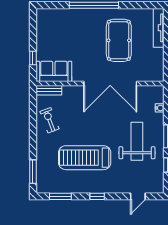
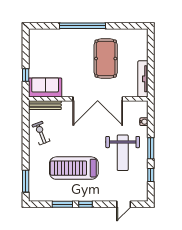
tv unit: (159, 28) -> (143, 79), moved
bench: (49, 90) -> (45, 105), width x1.36
weight bench: (137, 141) -> (123, 153), turned 180
window: (60, 196) -> (62, 204), moved

